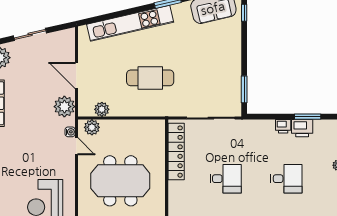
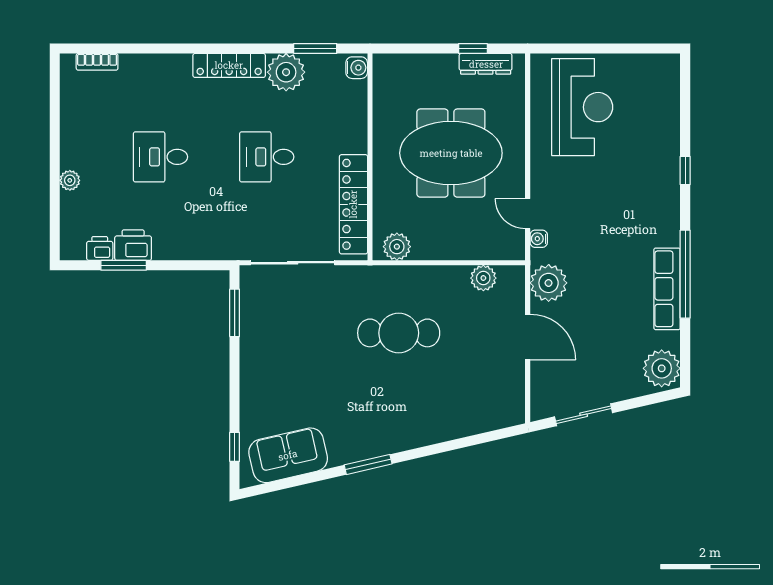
kitchen unit: (130, 23) -> (434, 429), removed
sliding door: (30, 34) -> (584, 415), moved
printer: (283, 126) -> (100, 248), moved
plant: (92, 127) -> (397, 247), moved

